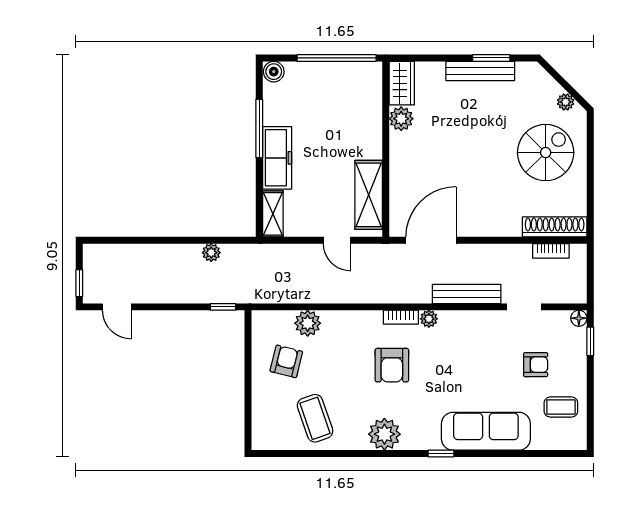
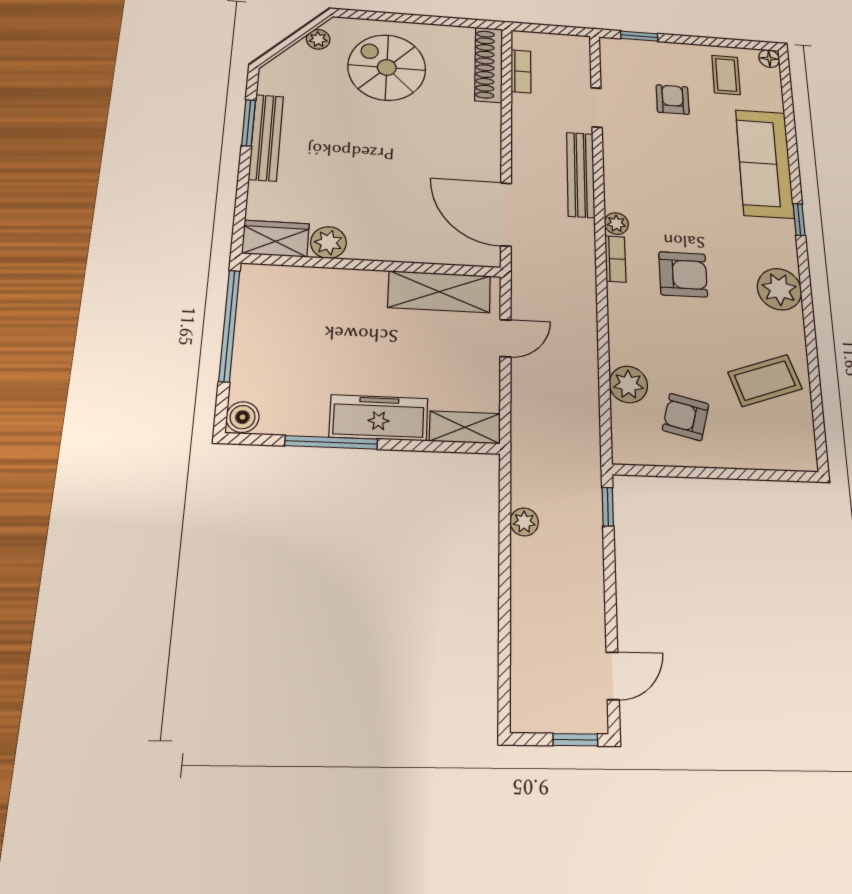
floor lamp: (579, 318) -> (769, 59), moved

